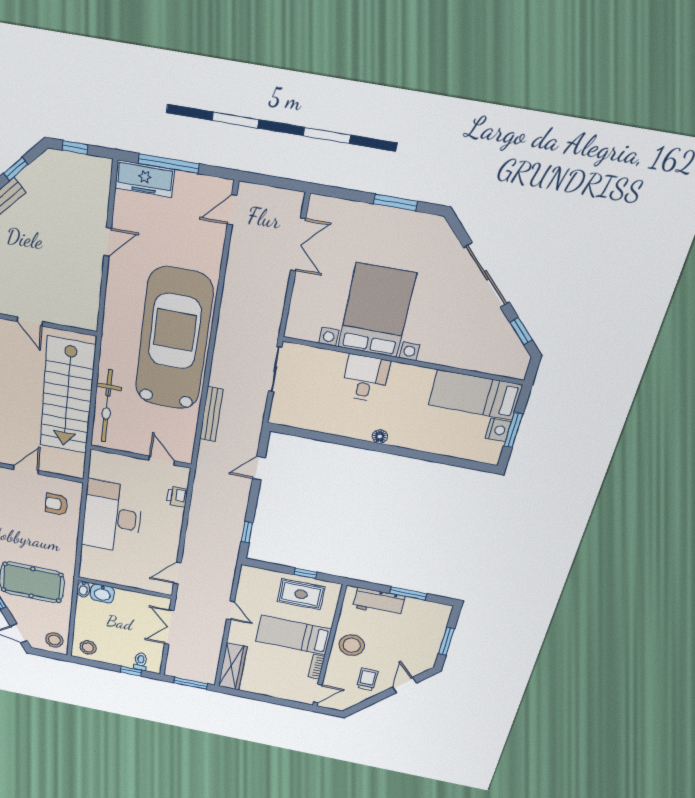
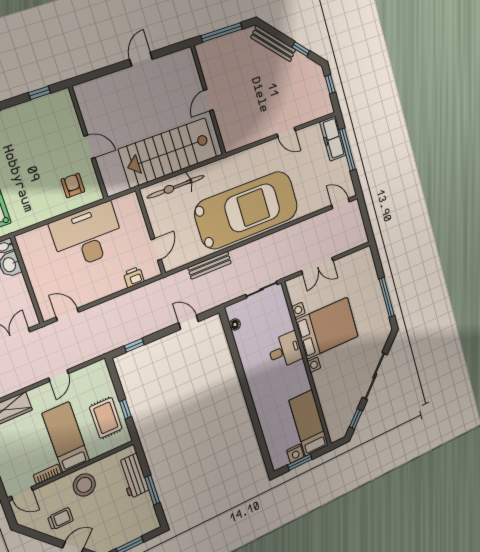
window: (395, 203) -> (387, 297), width x1.44
double door: (298, 245) -> (317, 266), moved
floor lamp: (380, 437) -> (235, 324), moved

